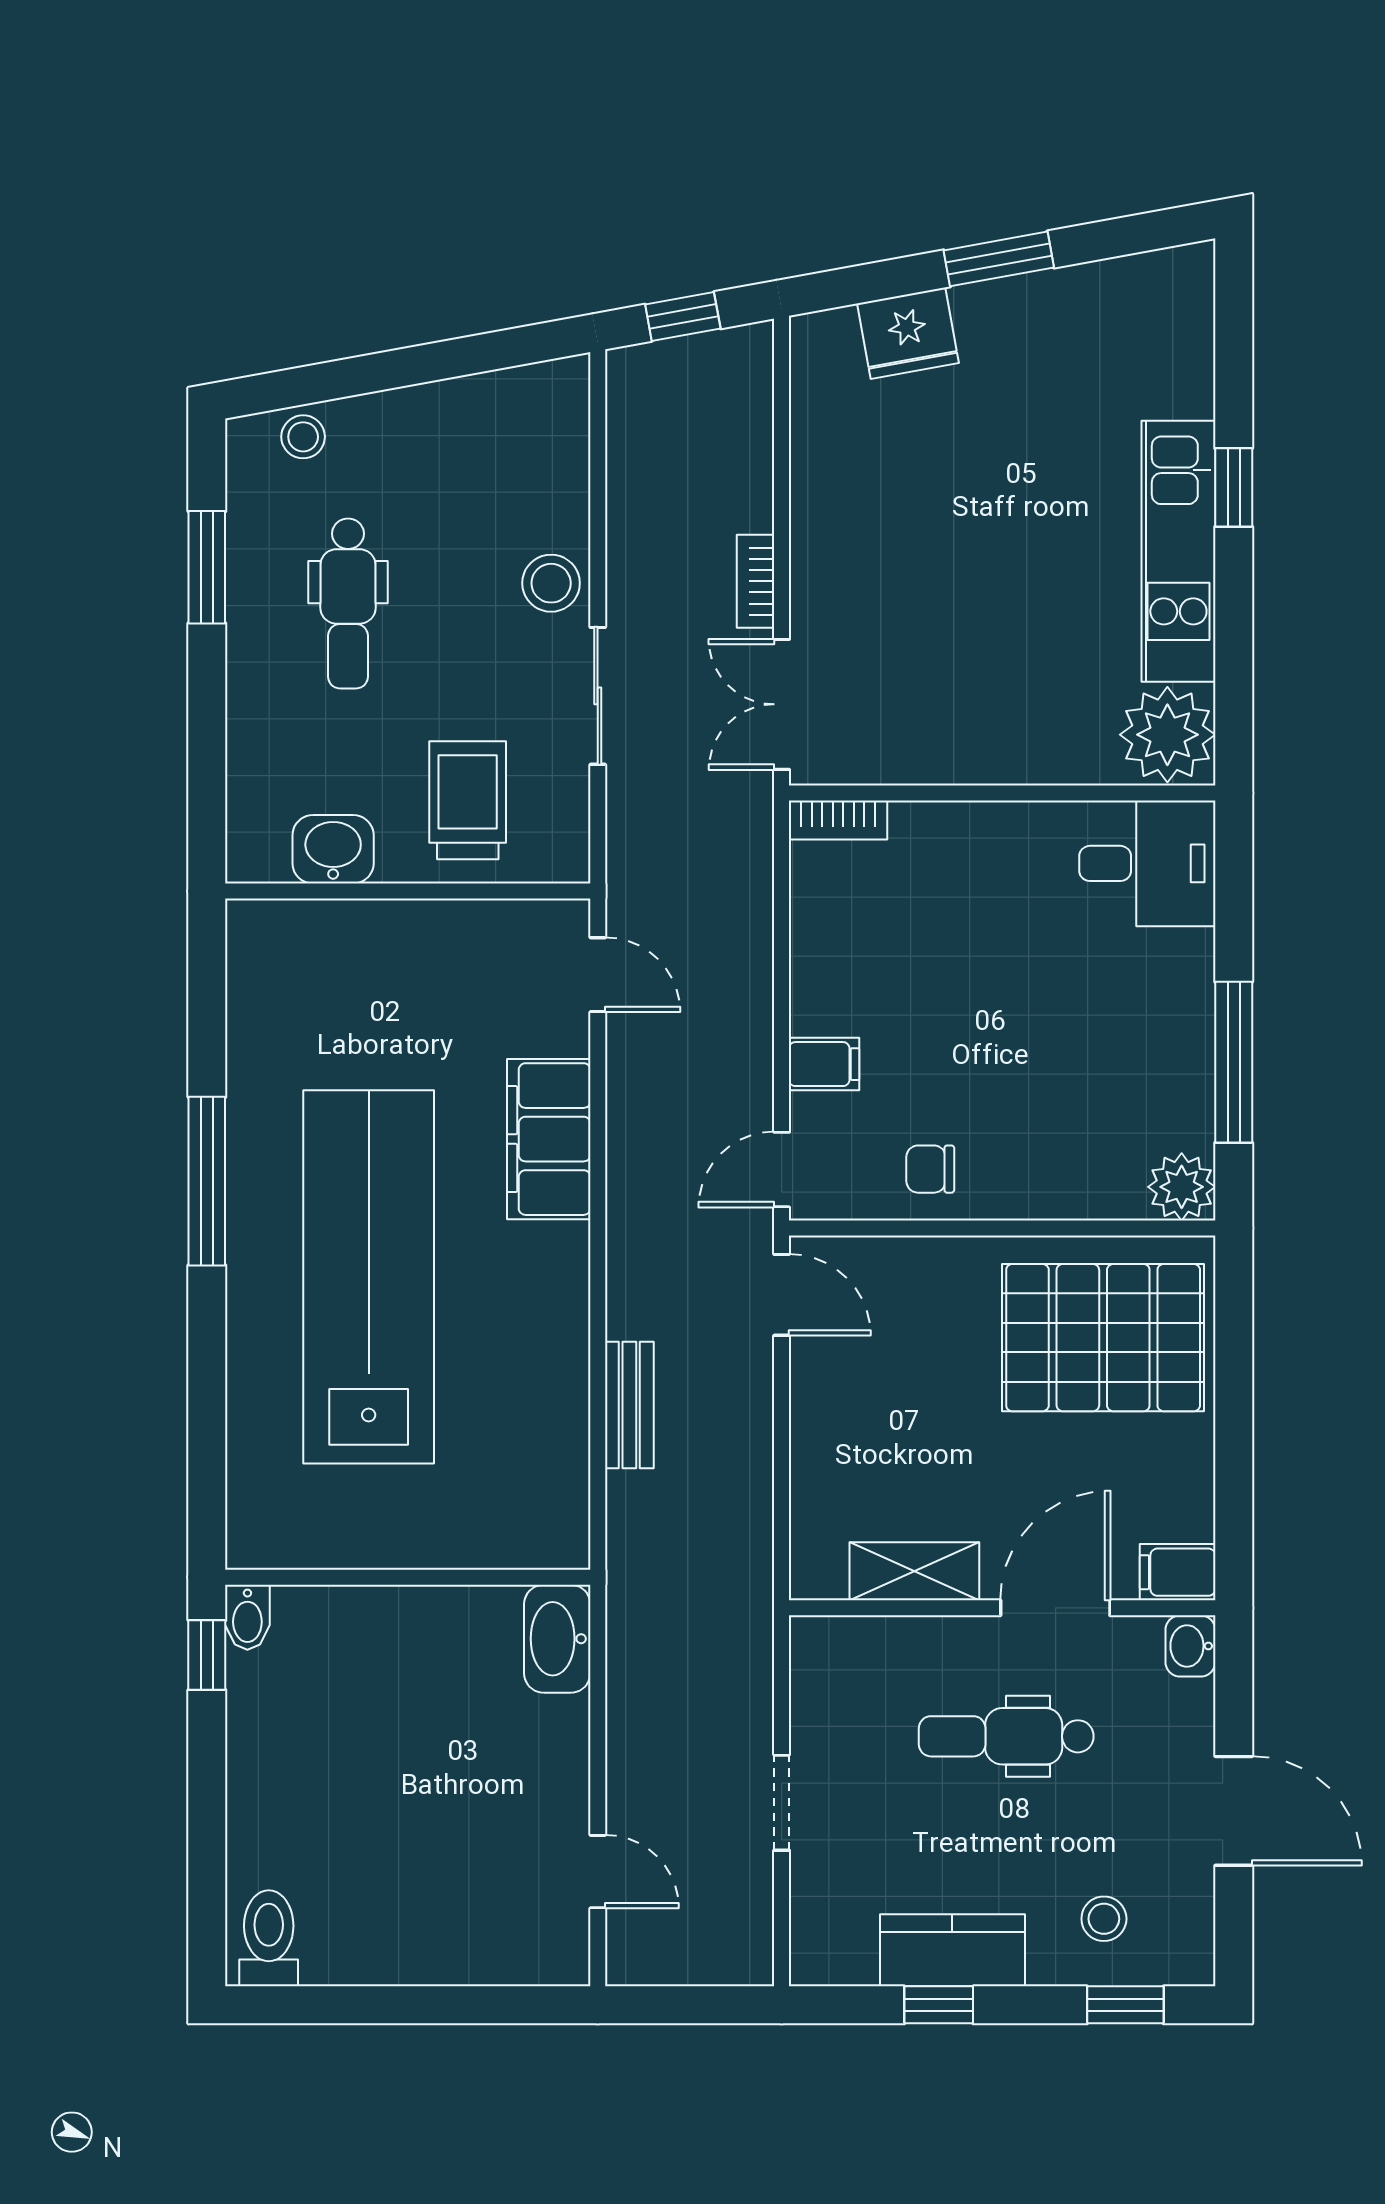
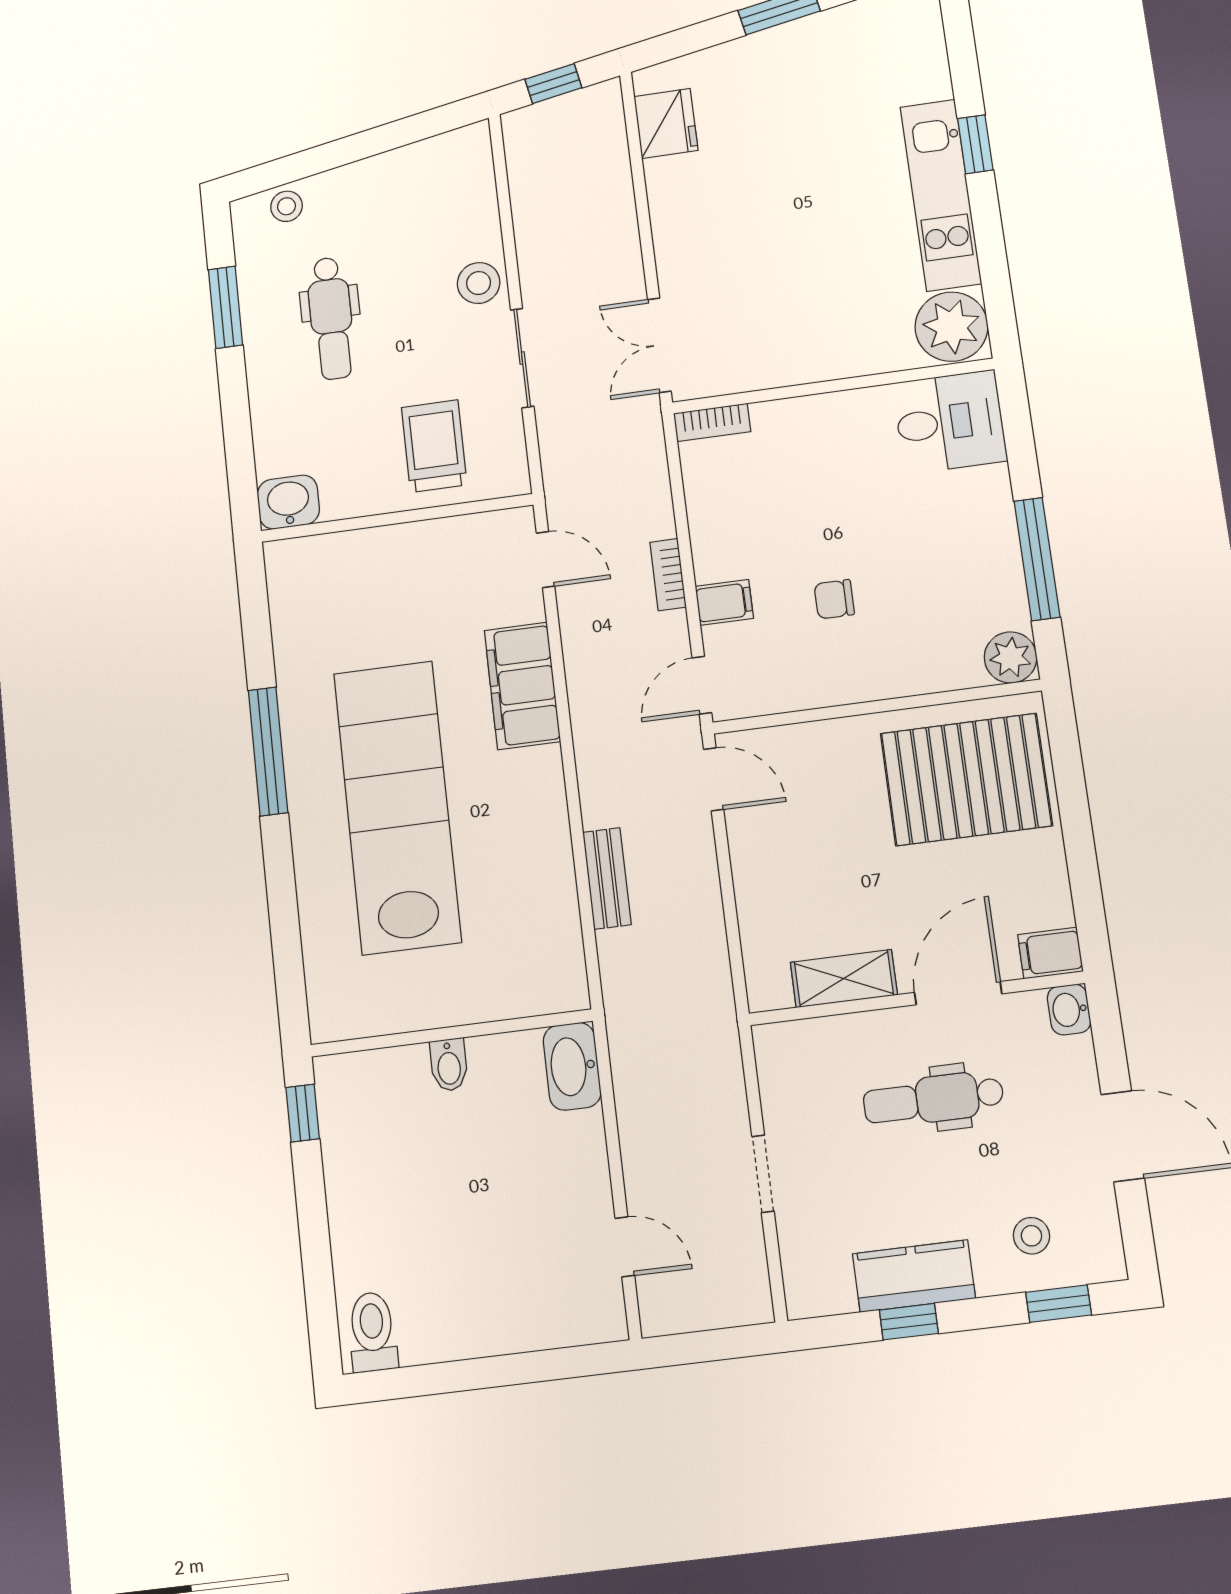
fridge: (908, 333) -> (666, 123), moved, turned -80
bookcase: (756, 581) -> (668, 575), moved
washbasin: (333, 849) -> (288, 502), moved
chair: (930, 1169) -> (834, 599), moved
bidet: (247, 1617) -> (449, 1065), moved

